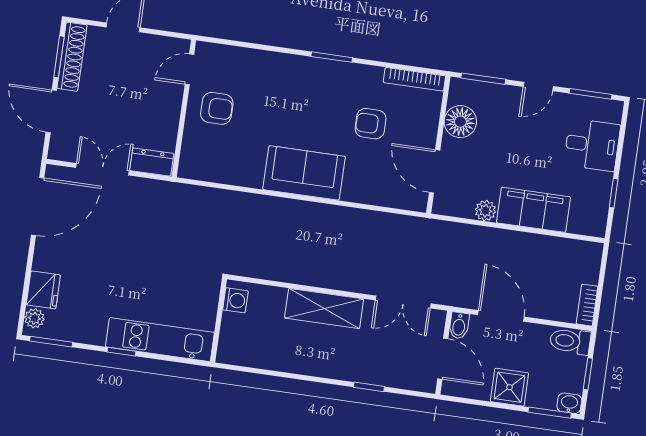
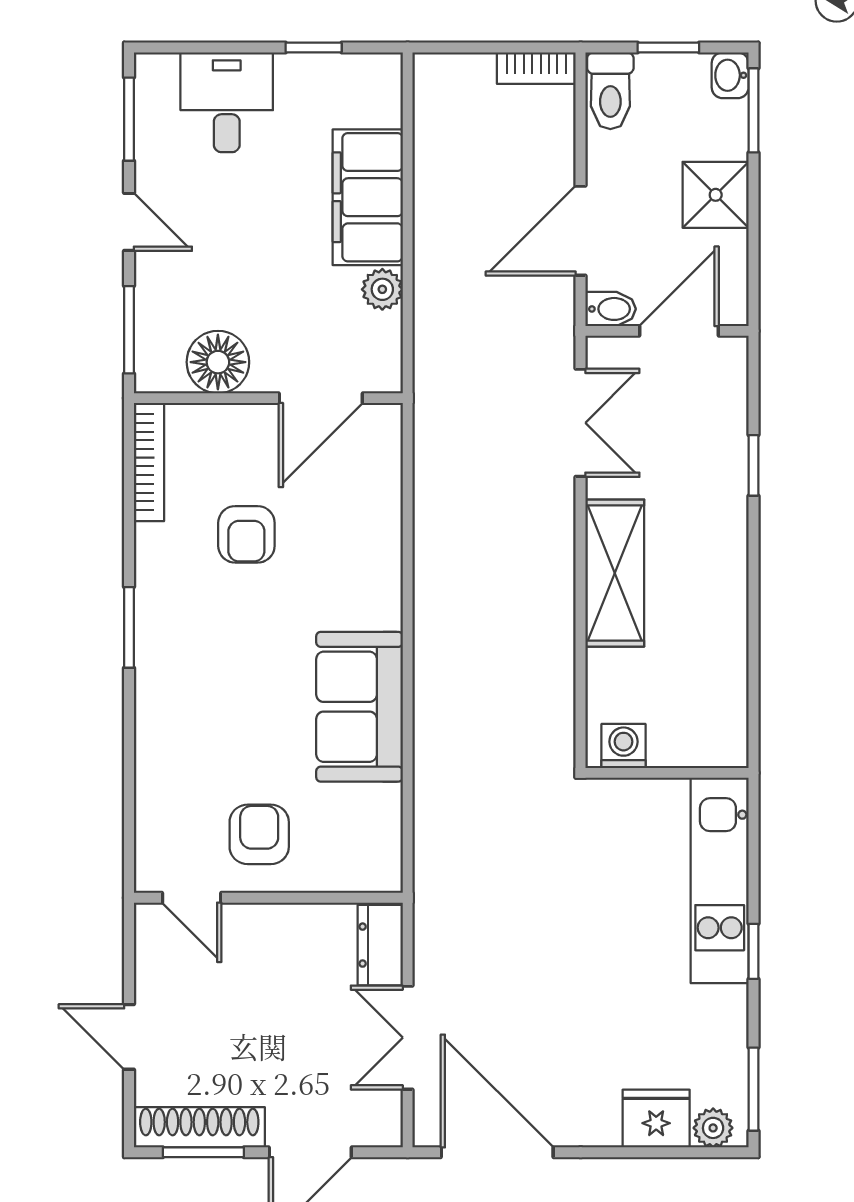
sofa: (304, 173) -> (360, 707), moved

